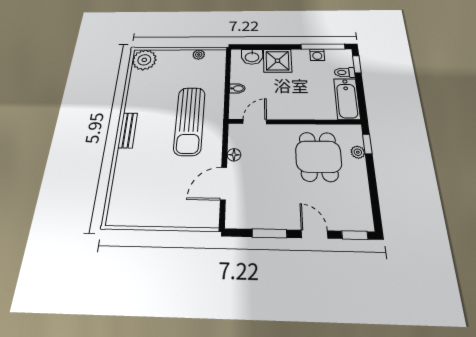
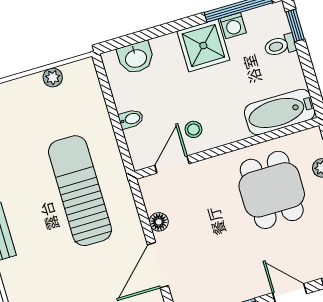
shower: (278, 61) -> (203, 46), moved
bathtub: (347, 99) -> (280, 112), moved, turned 90
stool: (275, 105) -> (193, 129), added
sun lounger: (190, 121) -> (80, 191), turned 180

